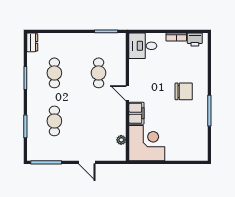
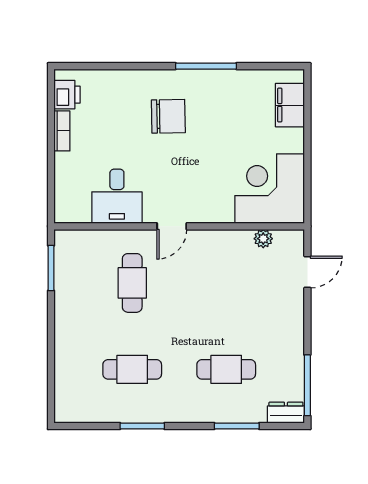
dresser: (32, 42) -> (286, 413), moved
desk: (143, 46) -> (117, 196), moved
cafe table: (99, 73) -> (132, 283), turned 90
chair: (184, 91) -> (168, 116), turned 89
filing cabinet: (136, 113) -> (290, 105), moved, turned -90
door: (87, 162) -> (307, 272), moved

